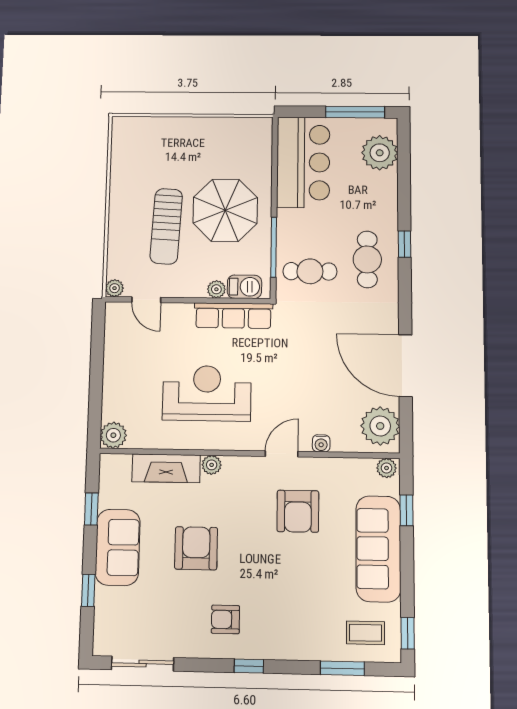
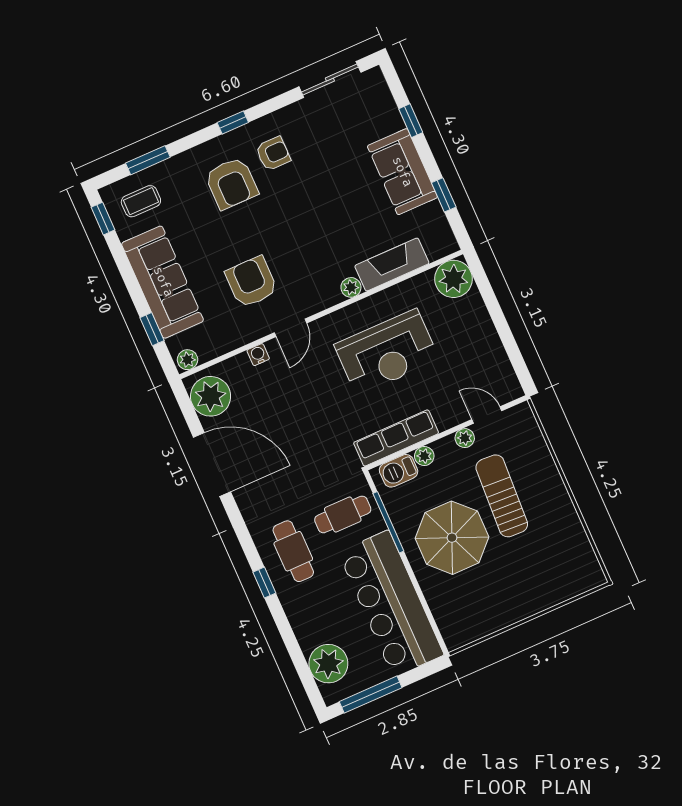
bar counter: (303, 162) -> (391, 604), width x1.36
plant: (115, 288) -> (465, 438), moved
plant: (113, 435) -> (453, 279), width x1.36, depth x1.36
armchair: (196, 548) -> (231, 183), moved

